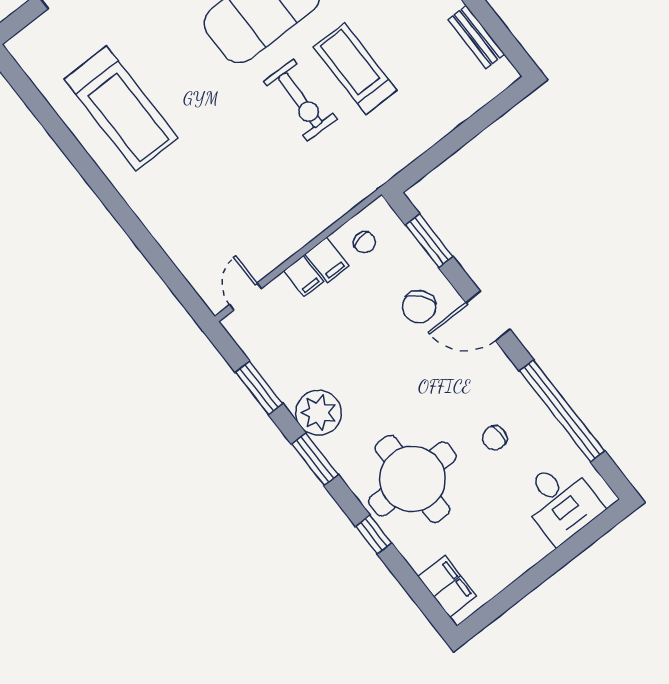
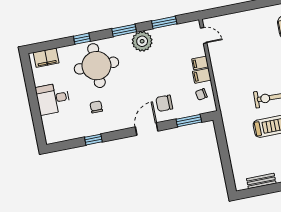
chair: (419, 307) -> (164, 103), turned -51
window: (562, 411) -> (93, 140), width x0.32
desk: (560, 502) -> (53, 99), moved

